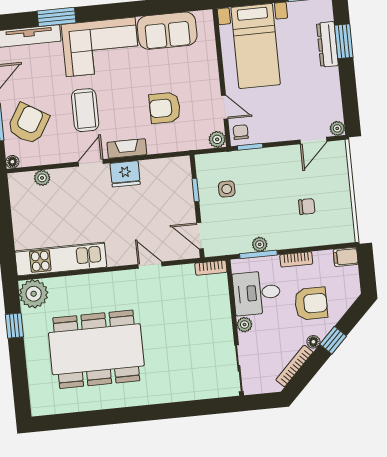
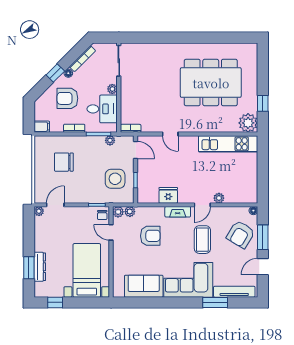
plant: (199, 142) -> (130, 212), added
fridge: (125, 174) -> (168, 195), moved
plant: (42, 178) -> (219, 198), moved
side table: (227, 189) -> (115, 179), width x1.87, depth x1.87
chair: (307, 207) -> (64, 162), width x1.87, depth x1.87
plant: (260, 244) -> (110, 140), moved

